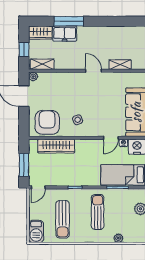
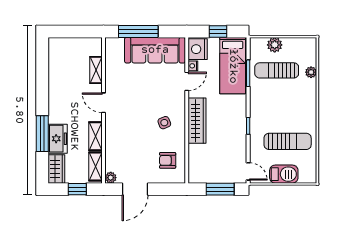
shelving: (67, 64) -> (95, 136), added
door: (94, 71) -> (104, 103), hinge flipped
armchair: (47, 122) -> (168, 160), width x0.53, depth x0.53
door: (111, 138) -> (187, 81), hinge flipped
wardrobe: (56, 146) -> (197, 121), moved
sun lounger: (98, 212) -> (277, 70), moved
barbecue: (36, 231) -> (284, 174), moved

